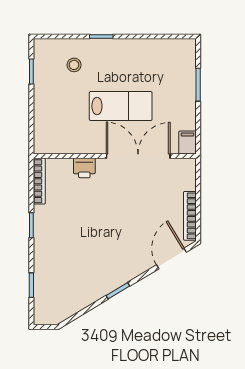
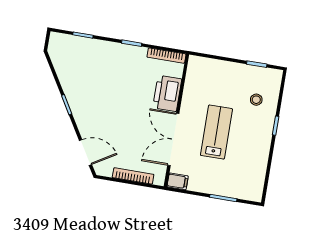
lab bench: (121, 106) -> (216, 132), turned 180
double door: (138, 156) -> (173, 139), swing flipped
printer: (84, 168) -> (167, 93), width x1.87, depth x1.48
bookcase: (190, 216) -> (133, 176), moved

